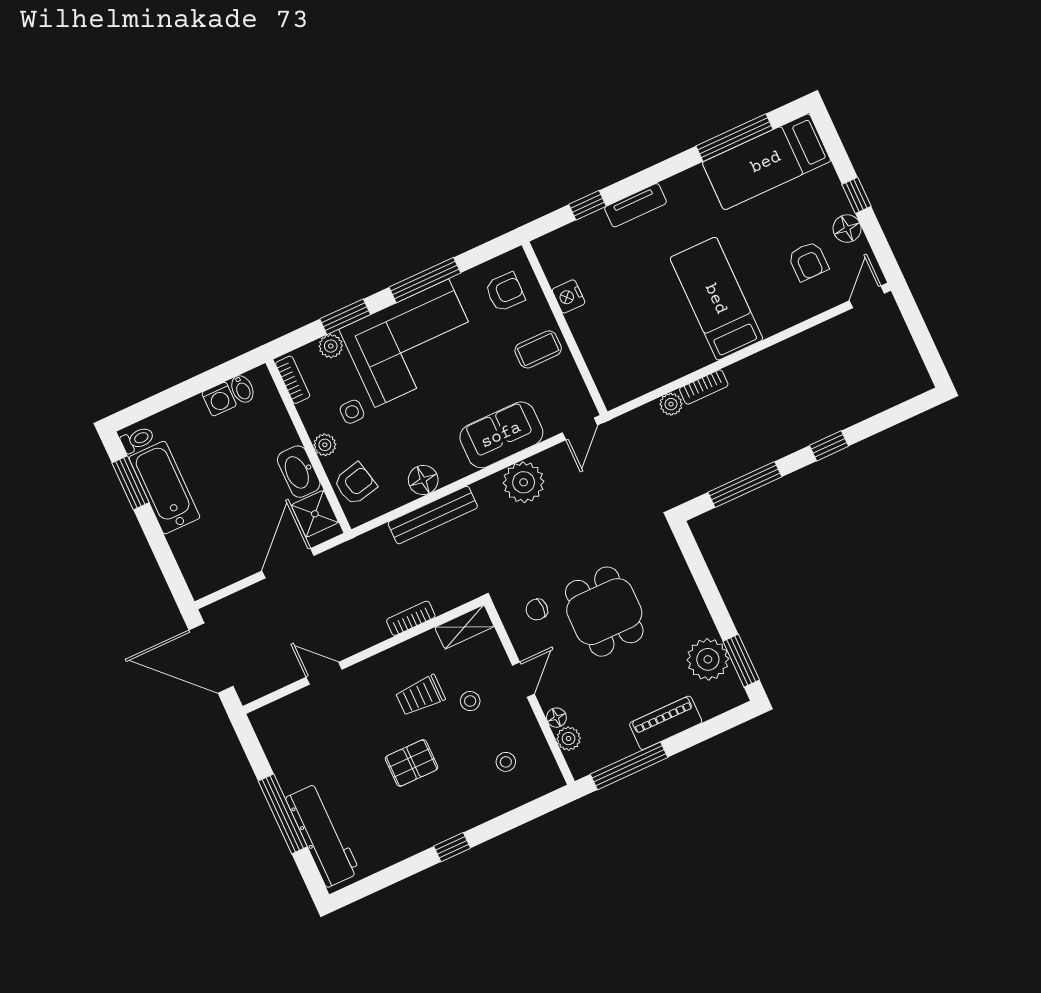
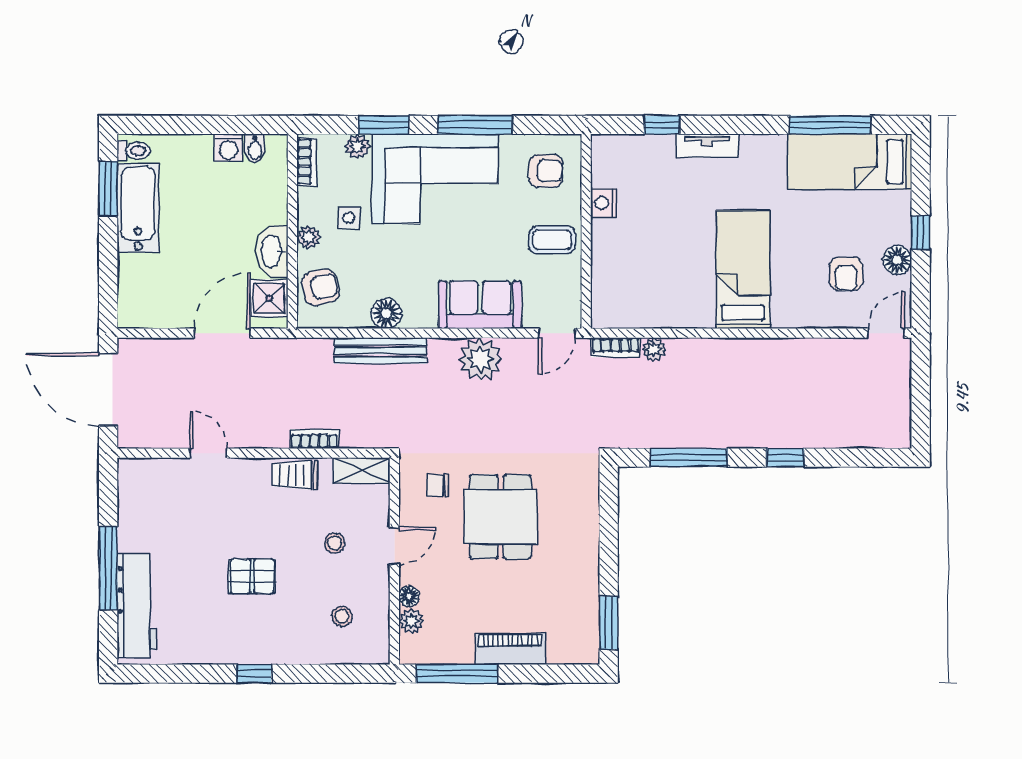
bookcase: (704, 387) -> (615, 347), moved
plant: (708, 659) -> (578, 607), removed
trolley: (420, 696) -> (295, 475), moved

